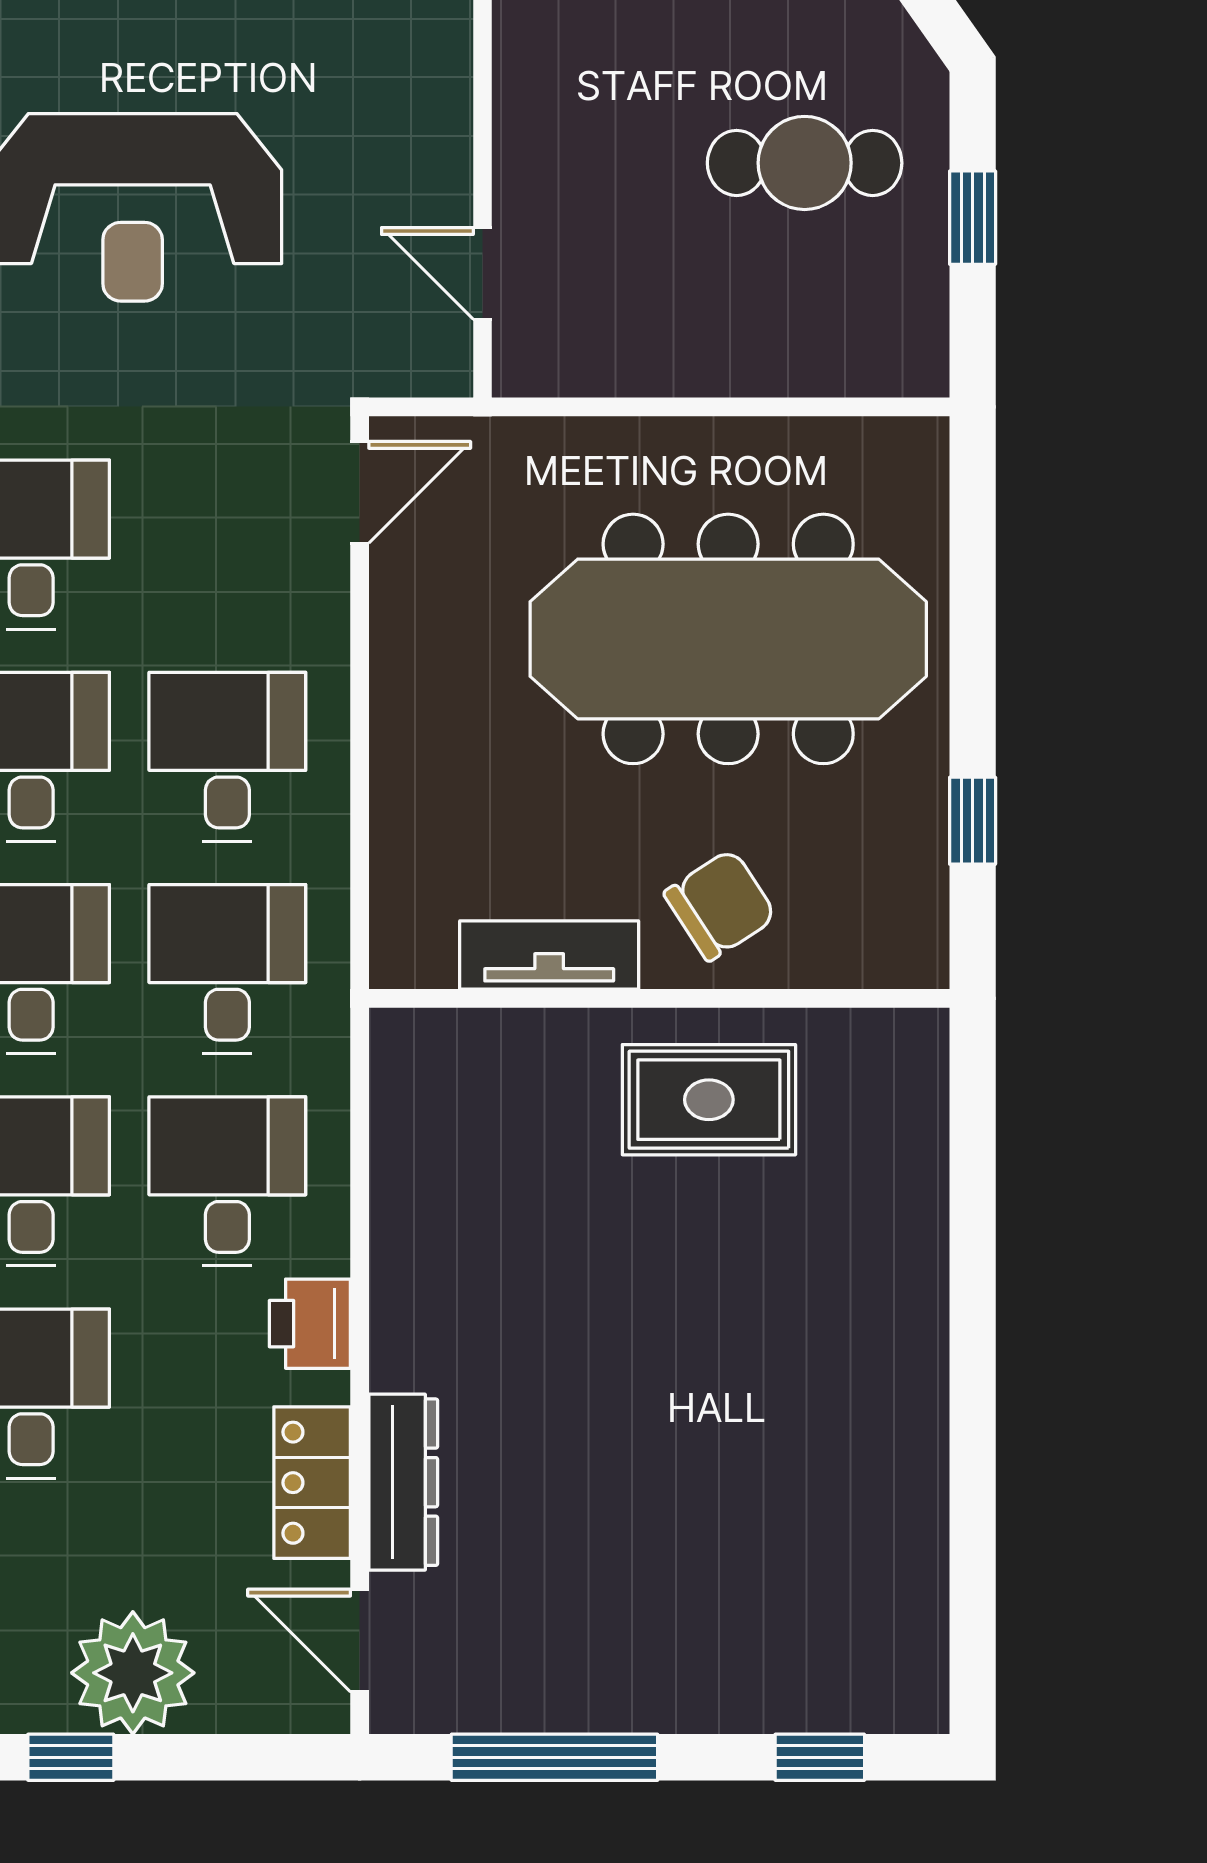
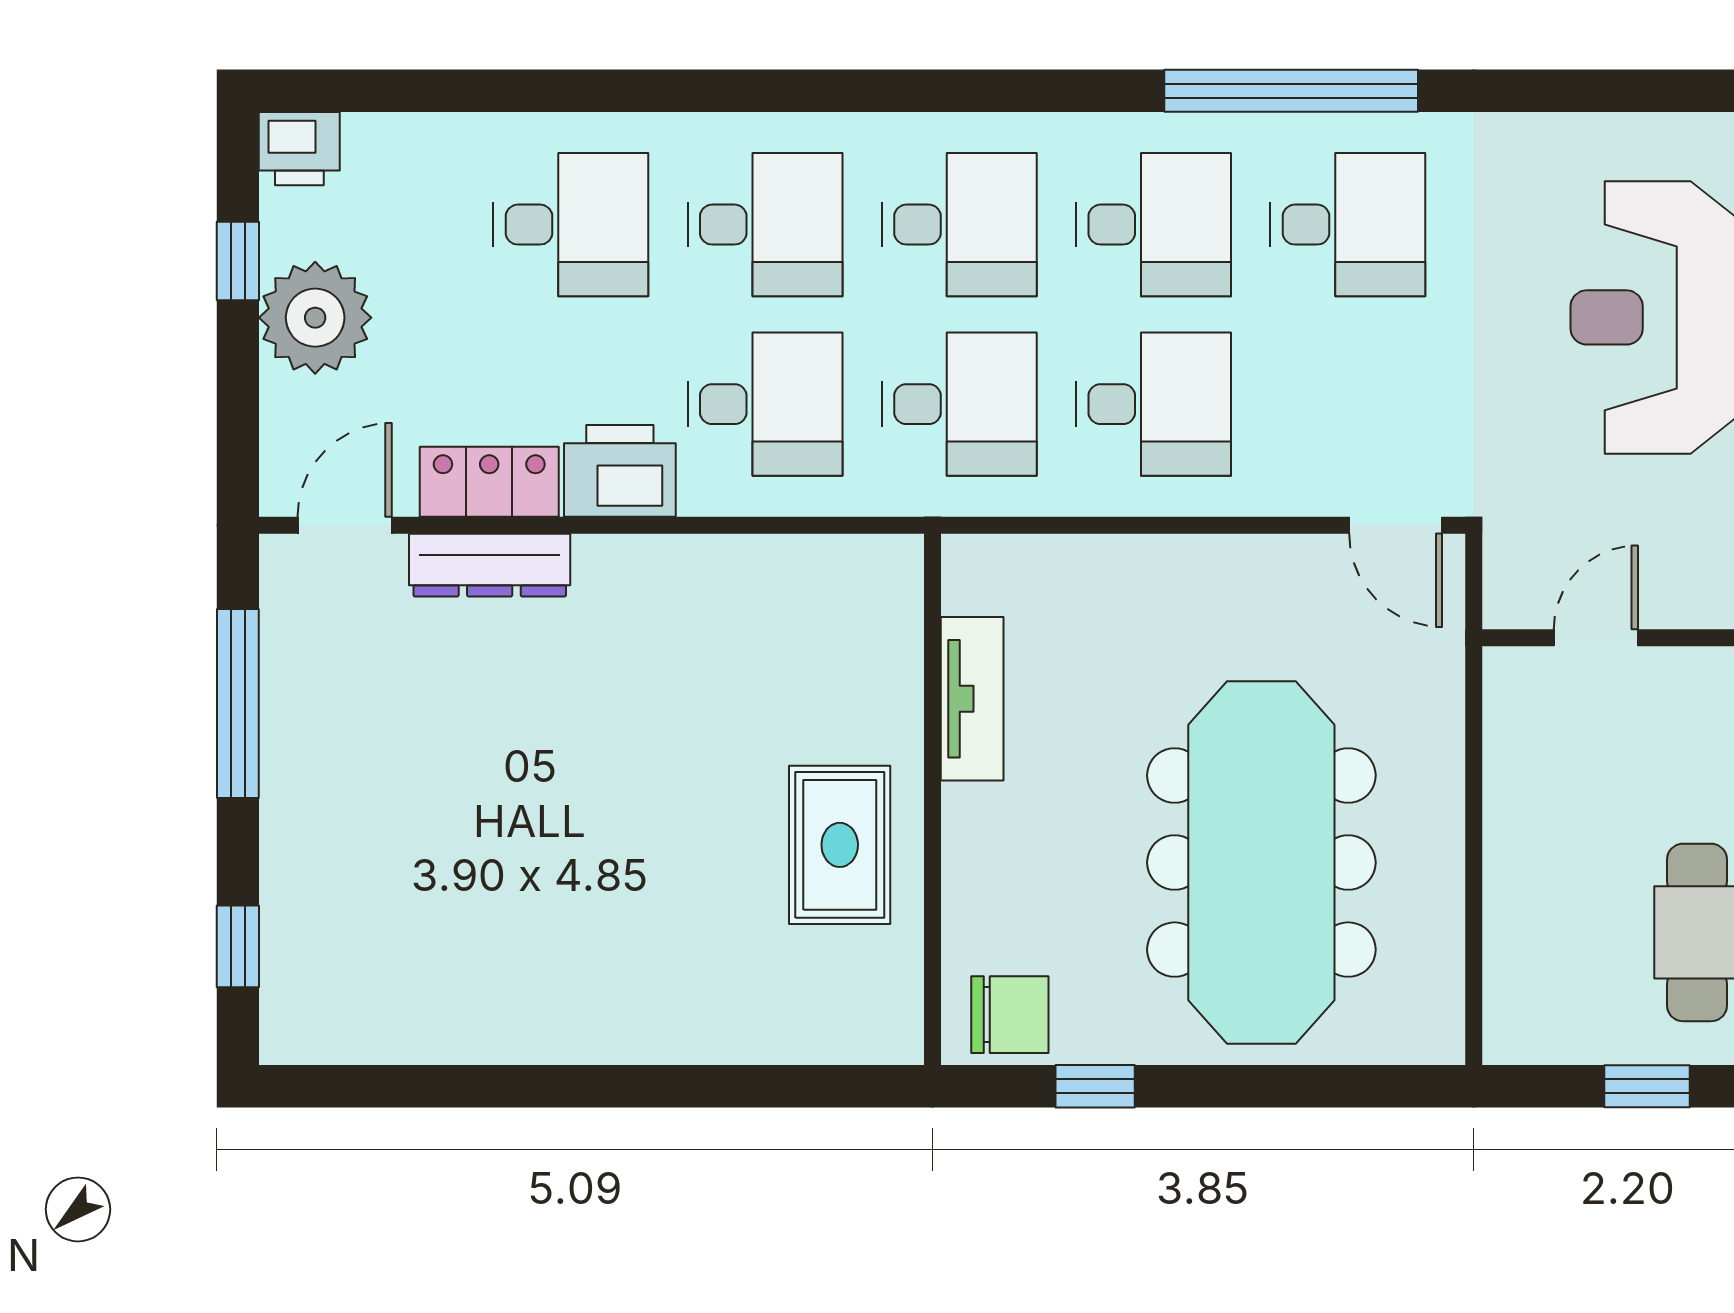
chair: (720, 905) -> (1010, 1015), moved, turned -57
printer: (310, 1324) -> (620, 471), width x1.36, depth x1.24

